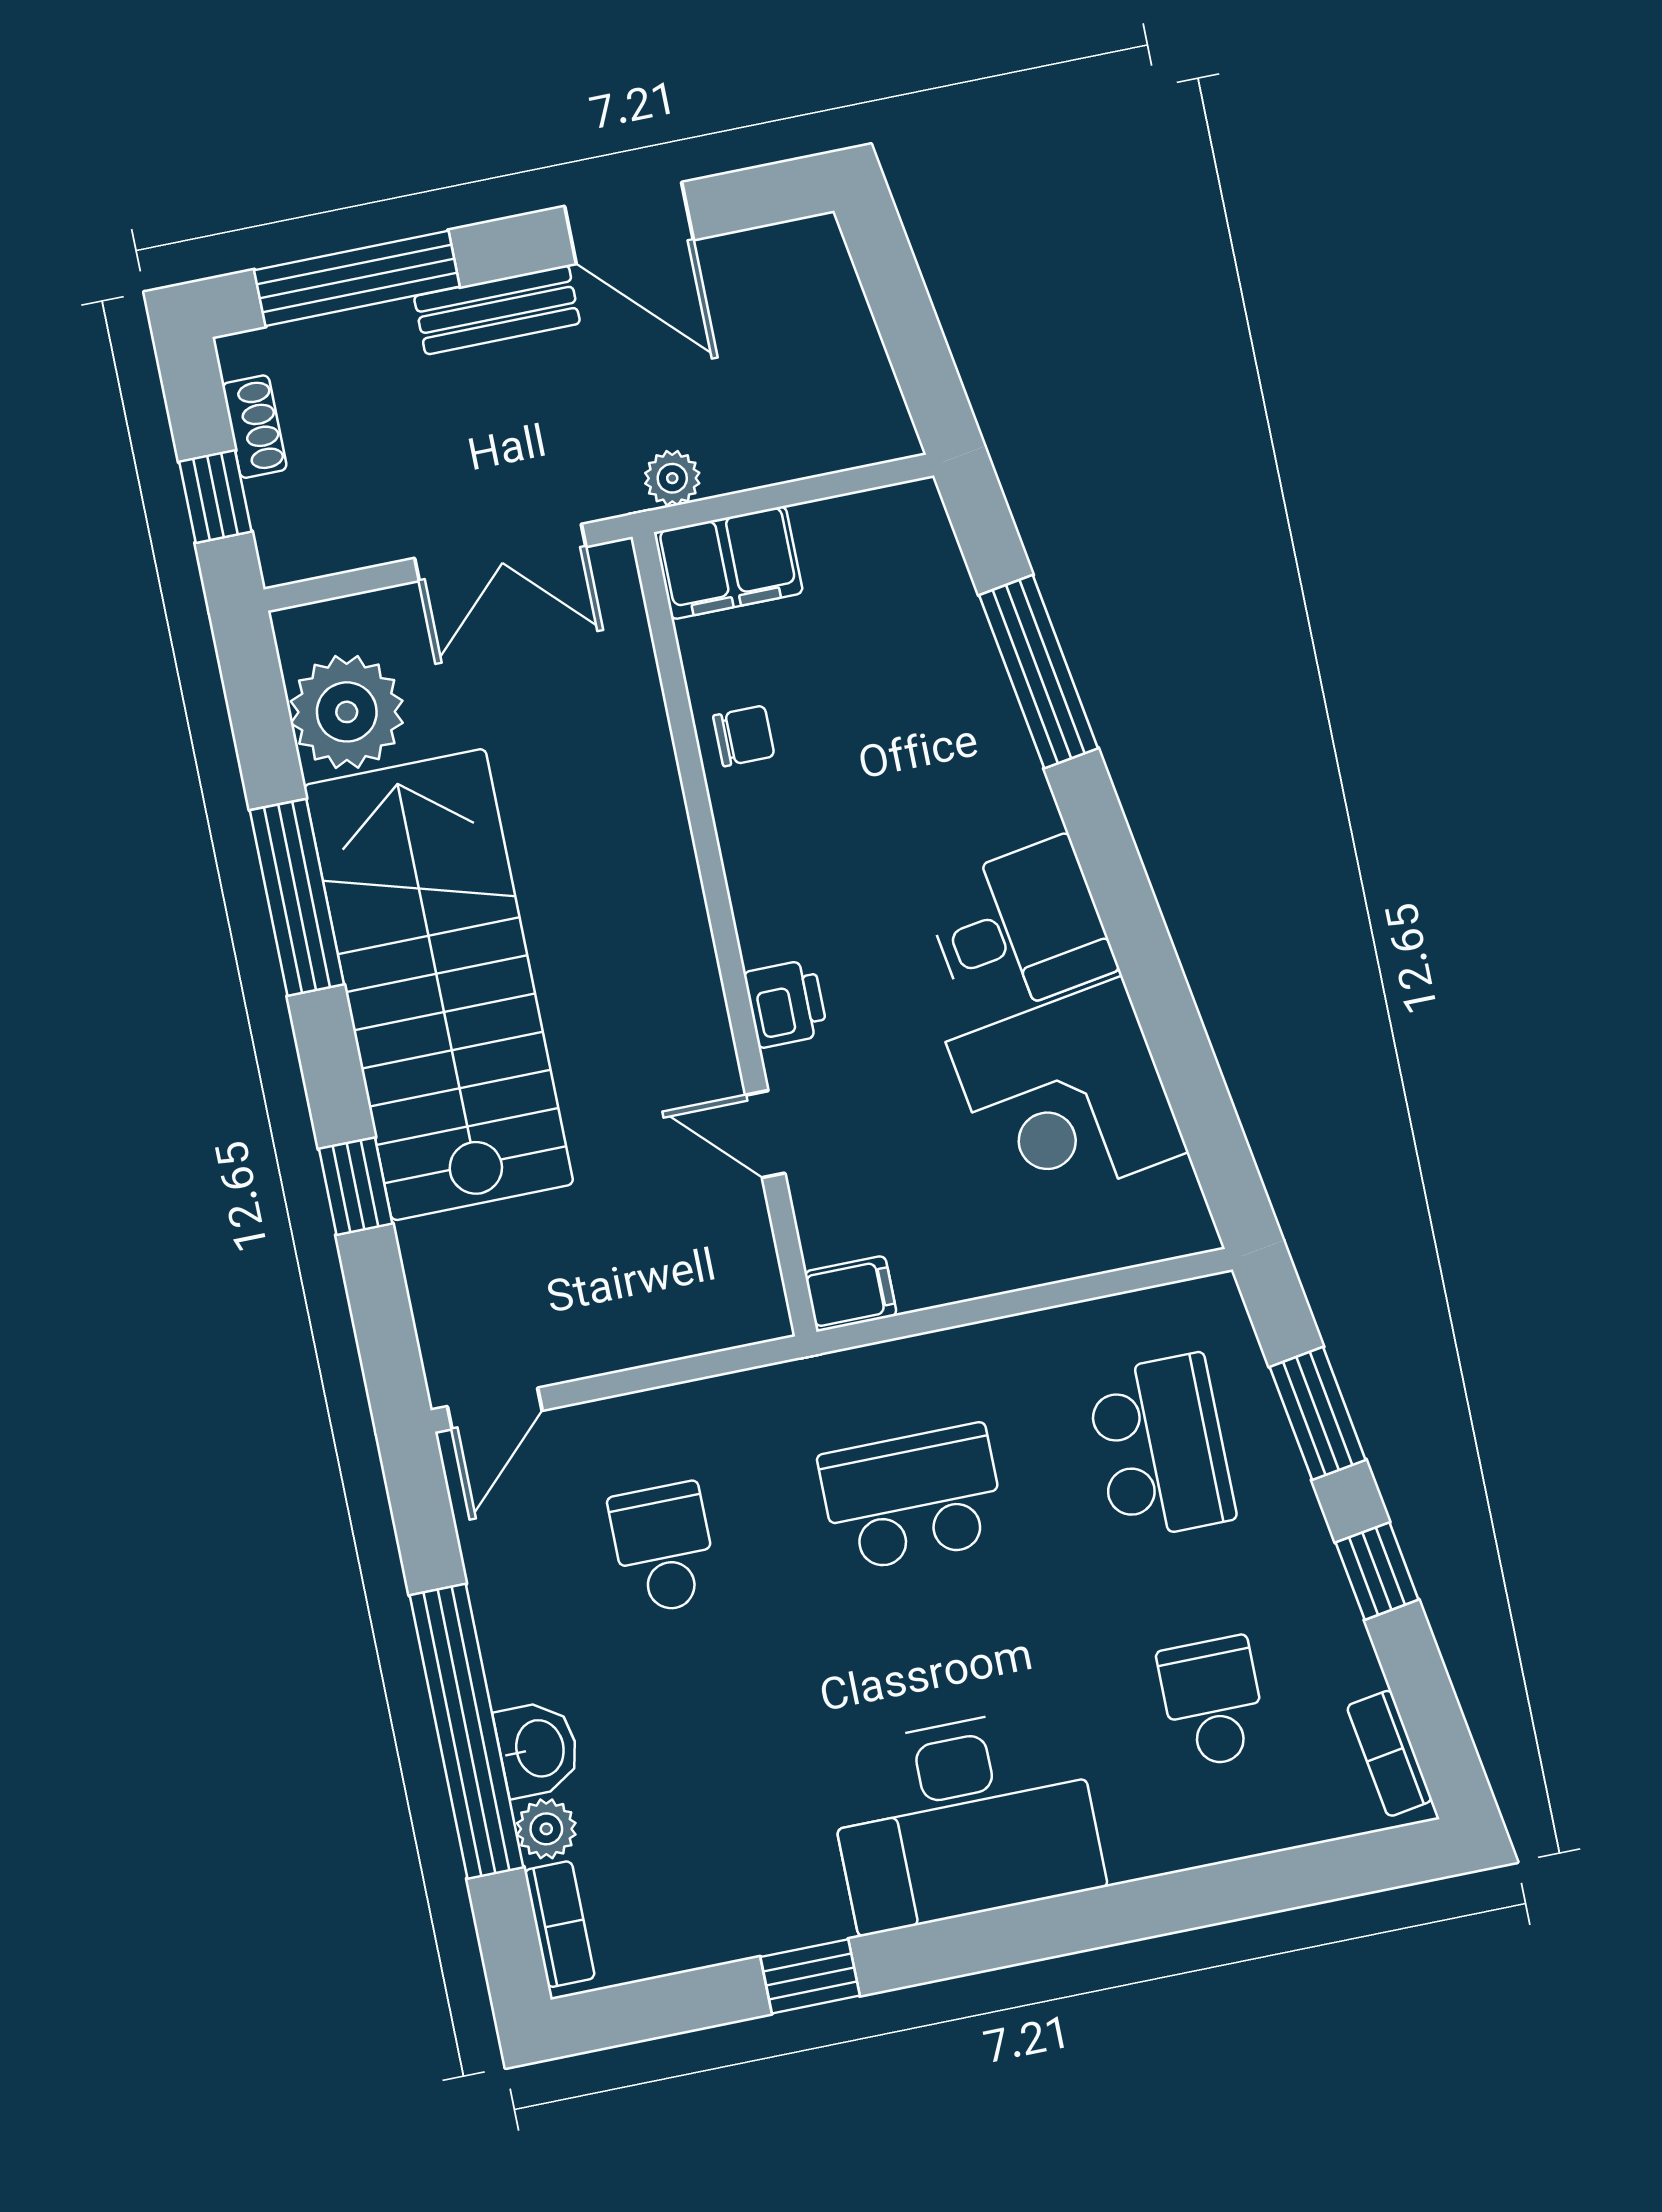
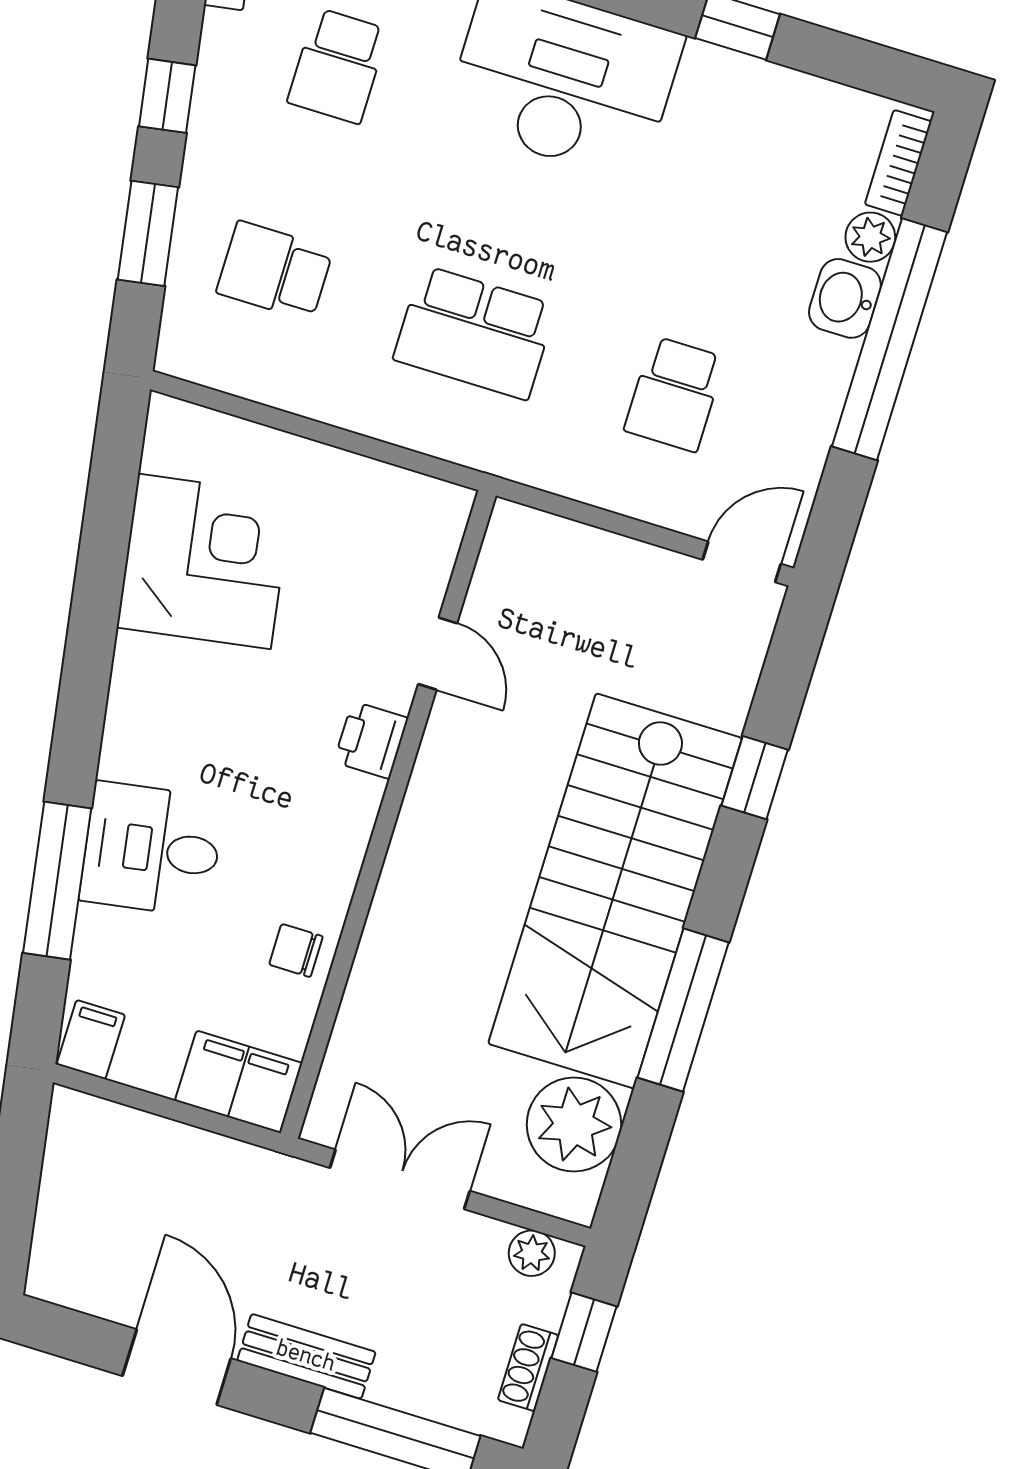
plant: (672, 478) -> (532, 1253), moved
desk: (1020, 929) -> (152, 849), moved
filing cabinet: (851, 1294) -> (91, 1040), moved, turned 90
school desk: (1161, 1447) -> (275, 271), width x0.54

